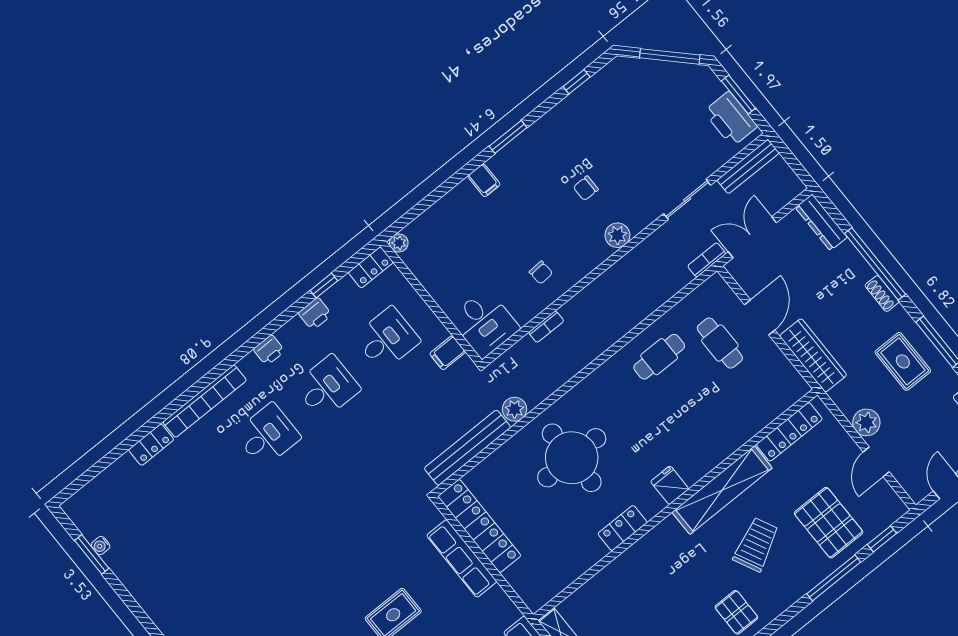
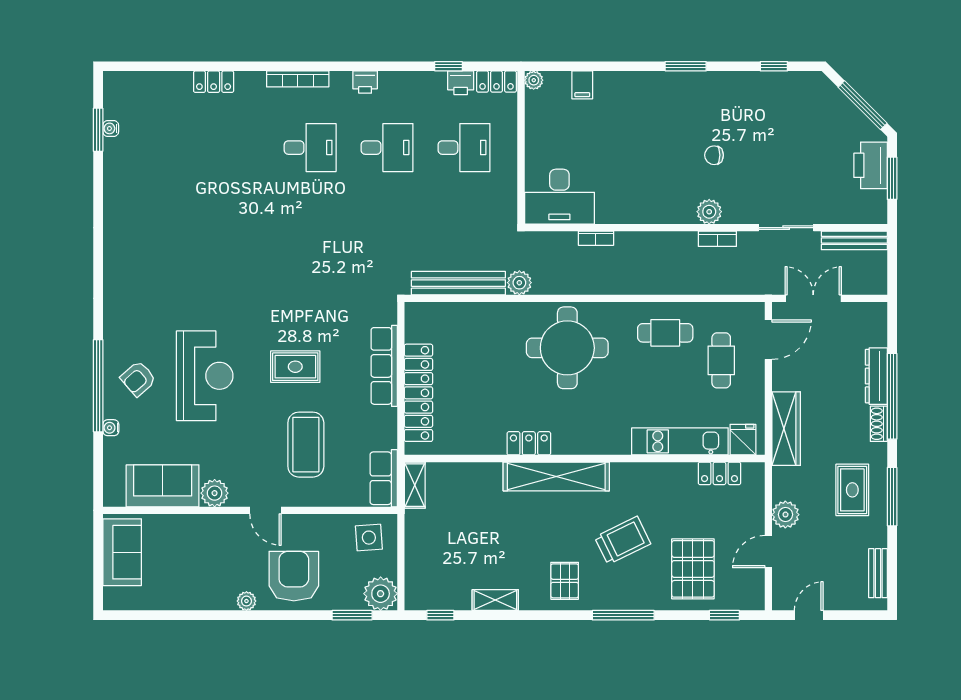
printer: (731, 119) -> (871, 165), moved
filing cabinet: (484, 180) -> (582, 85), moved
dresser: (821, 222) -> (876, 376), moved
bookcase: (707, 260) -> (717, 239), moved, turned 180
chair: (541, 273) -> (626, 193), removed
printer: (315, 314) -> (461, 83), moved
door: (760, 317) -> (768, 340), moved
desk: (484, 323) -> (559, 197), width x1.37
filing cabinet: (448, 353) -> (503, 197), removed
bookcase: (205, 401) -> (298, 79), width x0.68, depth x0.76
kitchen unit: (739, 432) -> (680, 441), added
locker: (789, 432) -> (719, 473), width x0.66
round table: (572, 458) -> (567, 348), moved
fridge: (670, 485) -> (743, 440), moved
shelving: (722, 490) -> (556, 477), moved
locker: (479, 526) -> (418, 393), moved
window: (834, 578) -> (623, 615), moved

